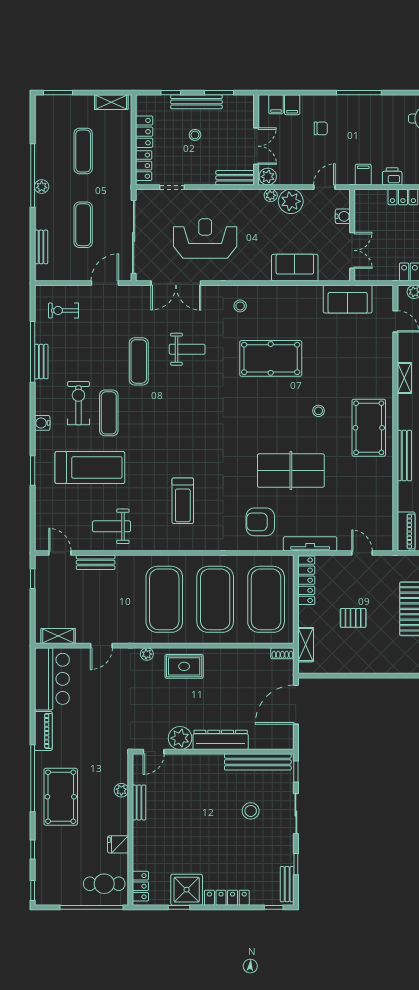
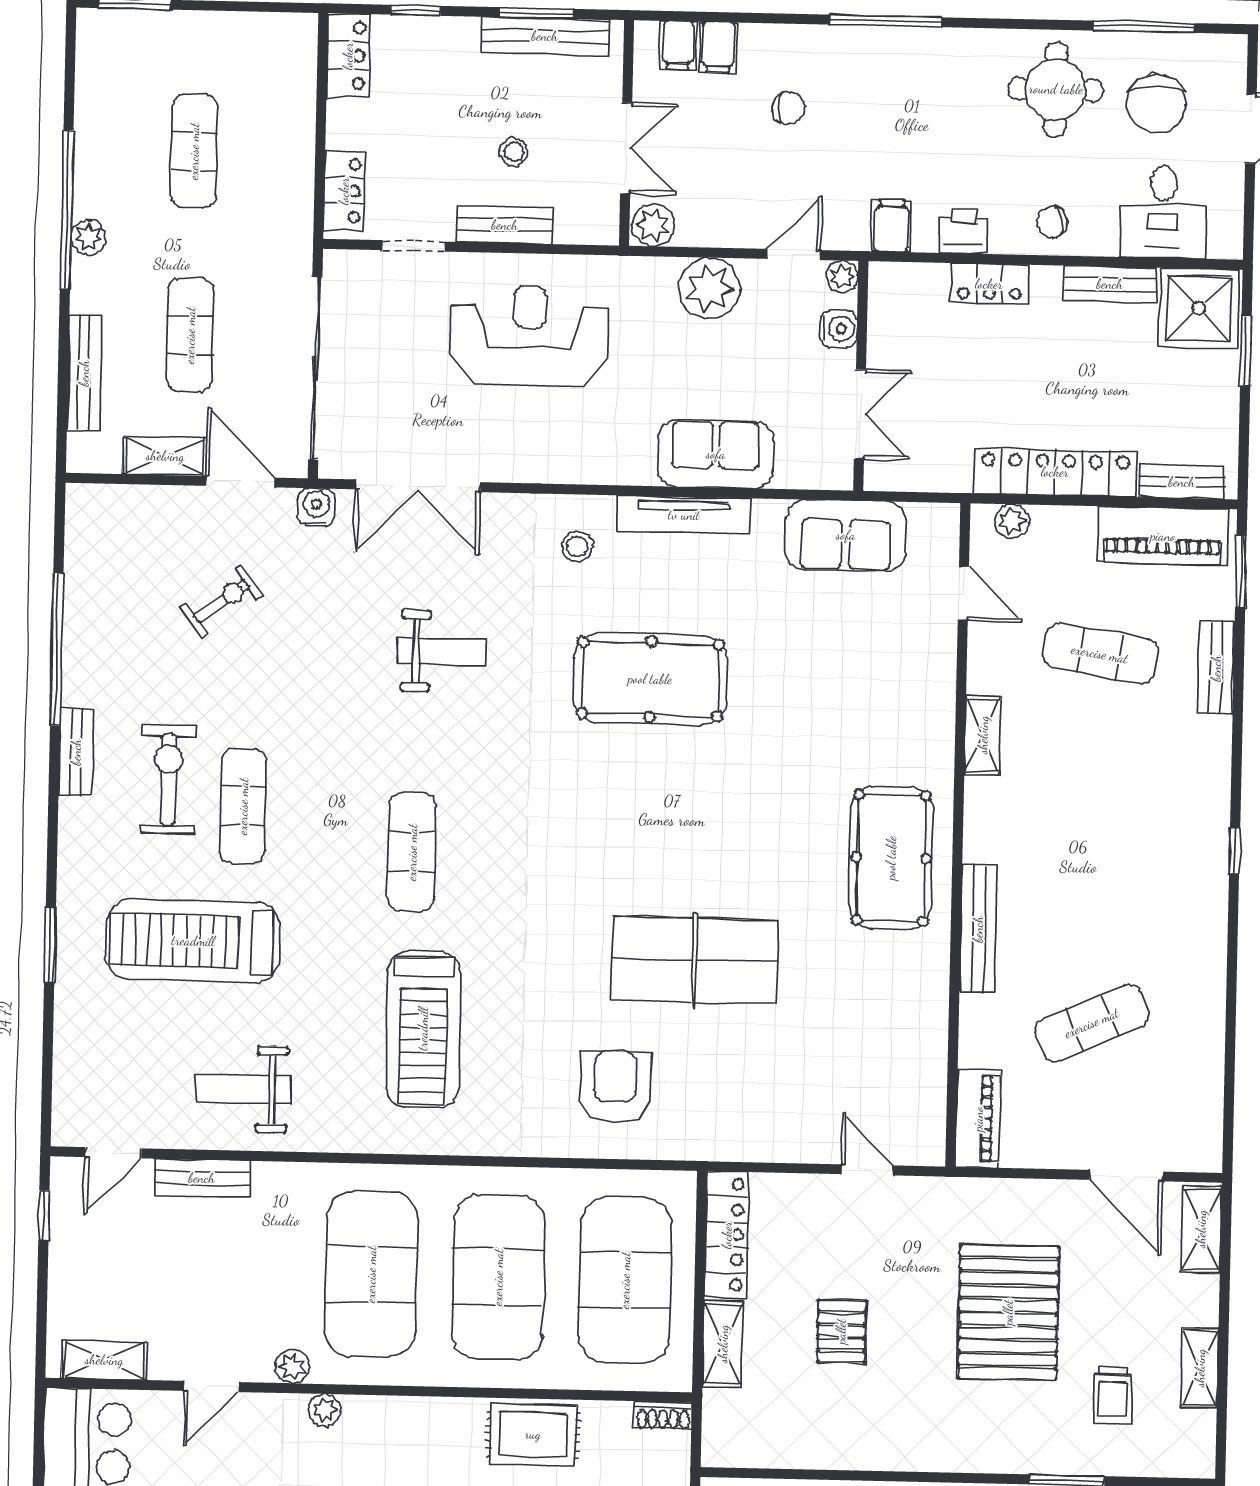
shelving: (111, 102) -> (165, 456), moved
bench: (196, 102) -> (545, 36), moved
locker: (144, 132) -> (348, 56), moved
stool: (195, 135) -> (514, 152), moved
bench: (235, 178) -> (505, 225), moved
plant: (271, 195) -> (842, 276), moved
reception desk: (205, 239) -> (529, 336), moved
bench: (41, 247) -> (84, 373), width x1.36
door: (105, 283) -> (241, 482), hinge flipped
exercise bike: (63, 310) -> (221, 601), moved, turned 144
exercise mat: (139, 361) -> (412, 852), moved
bench: (41, 362) -> (76, 752), moved
stool: (319, 411) -> (767, 813), removed
water cooler: (42, 423) -> (316, 507), moved, turned 90
treadmill: (90, 467) -> (193, 941), turned 180
treadmill: (183, 501) -> (423, 1029), width x1.37, depth x1.38
armchair: (260, 522) -> (615, 1086), turned 90
tv unit: (310, 544) -> (684, 515), moved, turned 180
door: (60, 553) -> (113, 1153), swing flipped
pallet: (353, 618) -> (841, 1331), turned 90
plant: (133, 637) -> (292, 1366), added
shelving: (306, 645) -> (723, 1344), moved
rug: (184, 666) -> (533, 1434), moved

